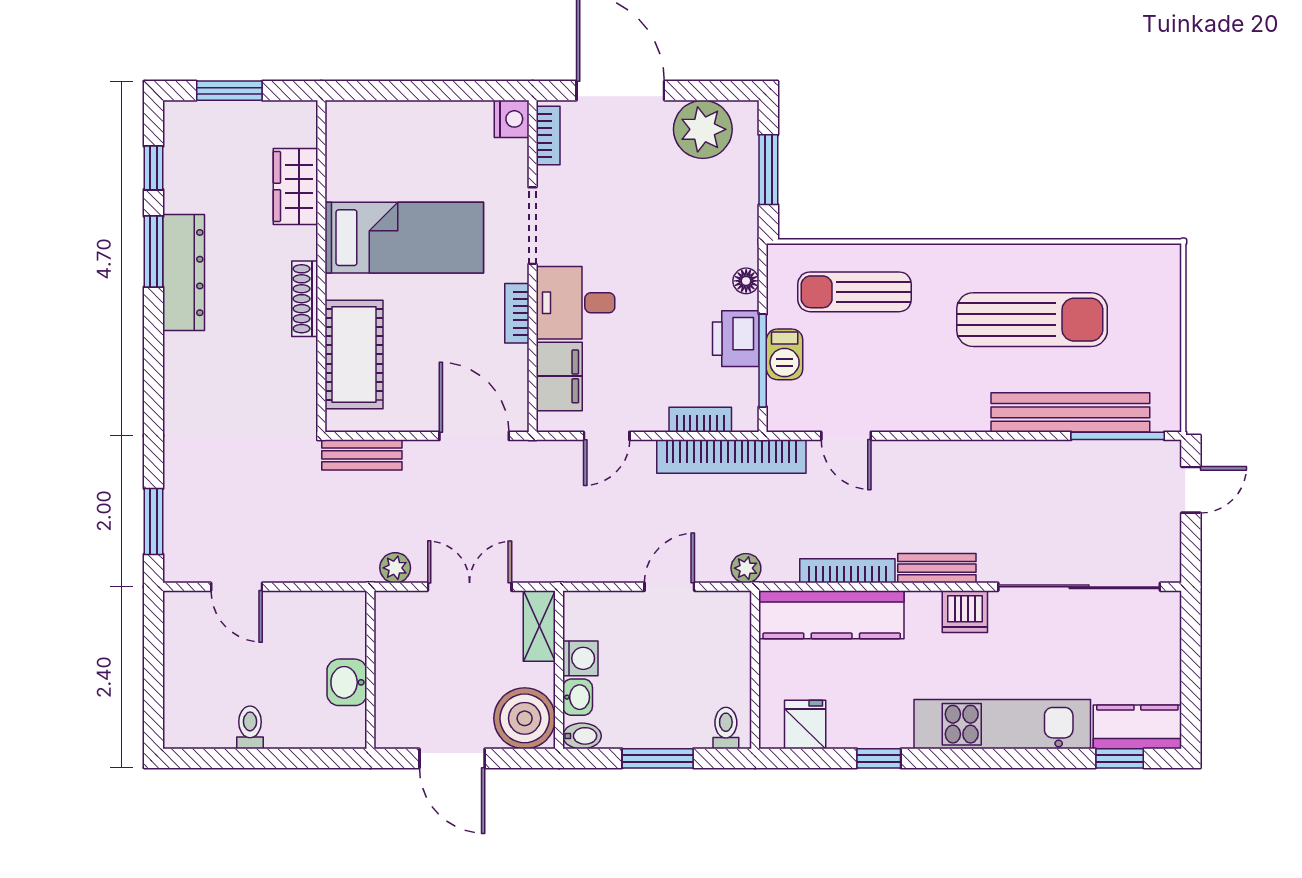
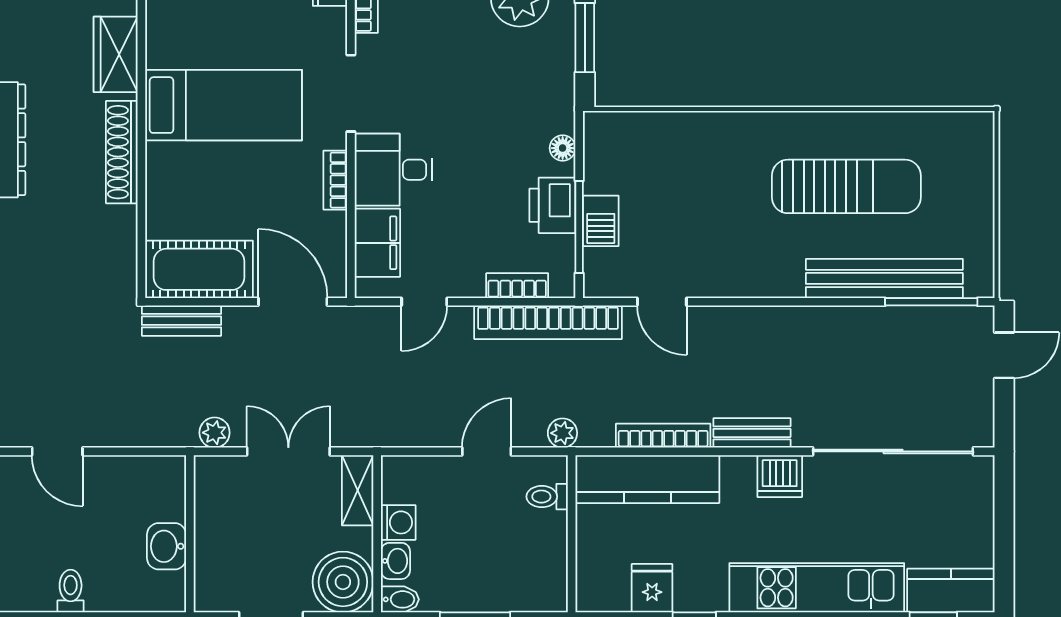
sun lounger: (855, 292) -> (670, 159), removed
shoe rack: (305, 299) -> (122, 152), width x1.36, depth x1.24
cot: (354, 354) -> (199, 269), moved, turned 90
fridge: (805, 725) -> (652, 588), moved
toilet: (726, 728) -> (547, 497), moved, turned -90

